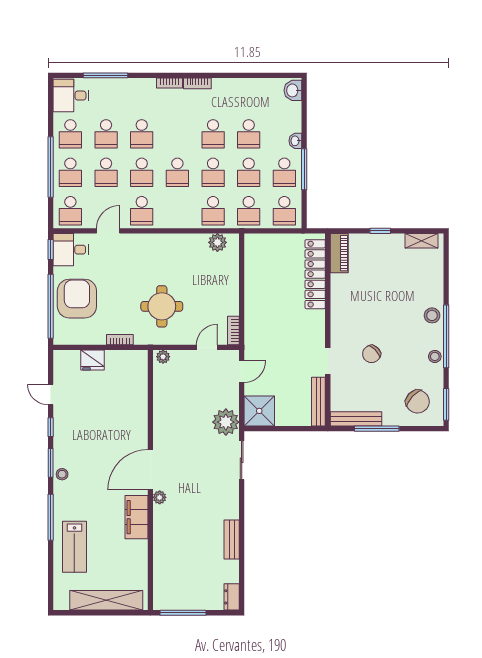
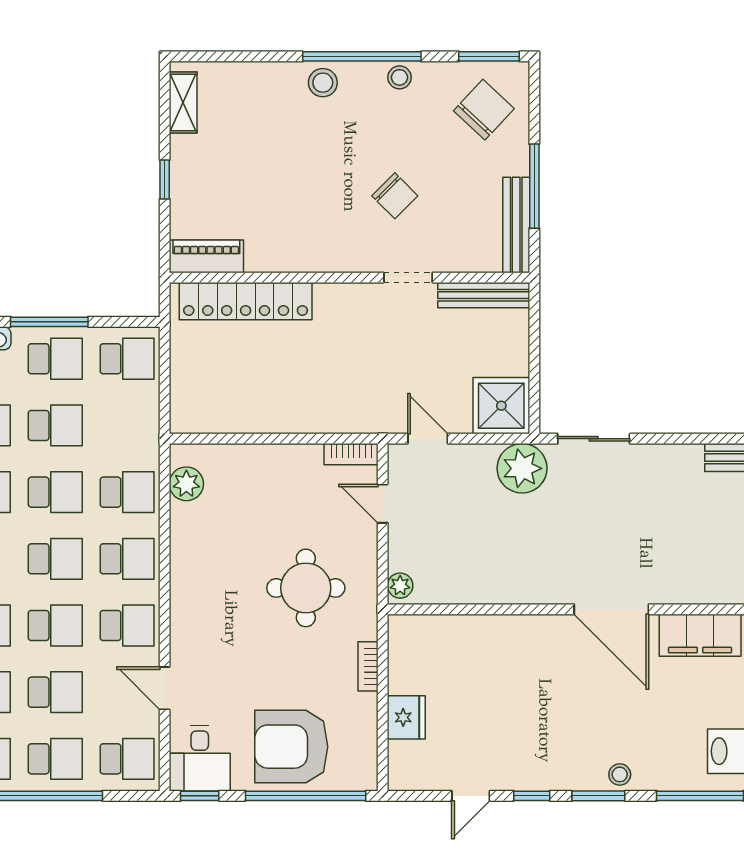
school desk: (249, 211) -> (127, 559), moved
plant: (160, 497) -> (663, 592), removed

